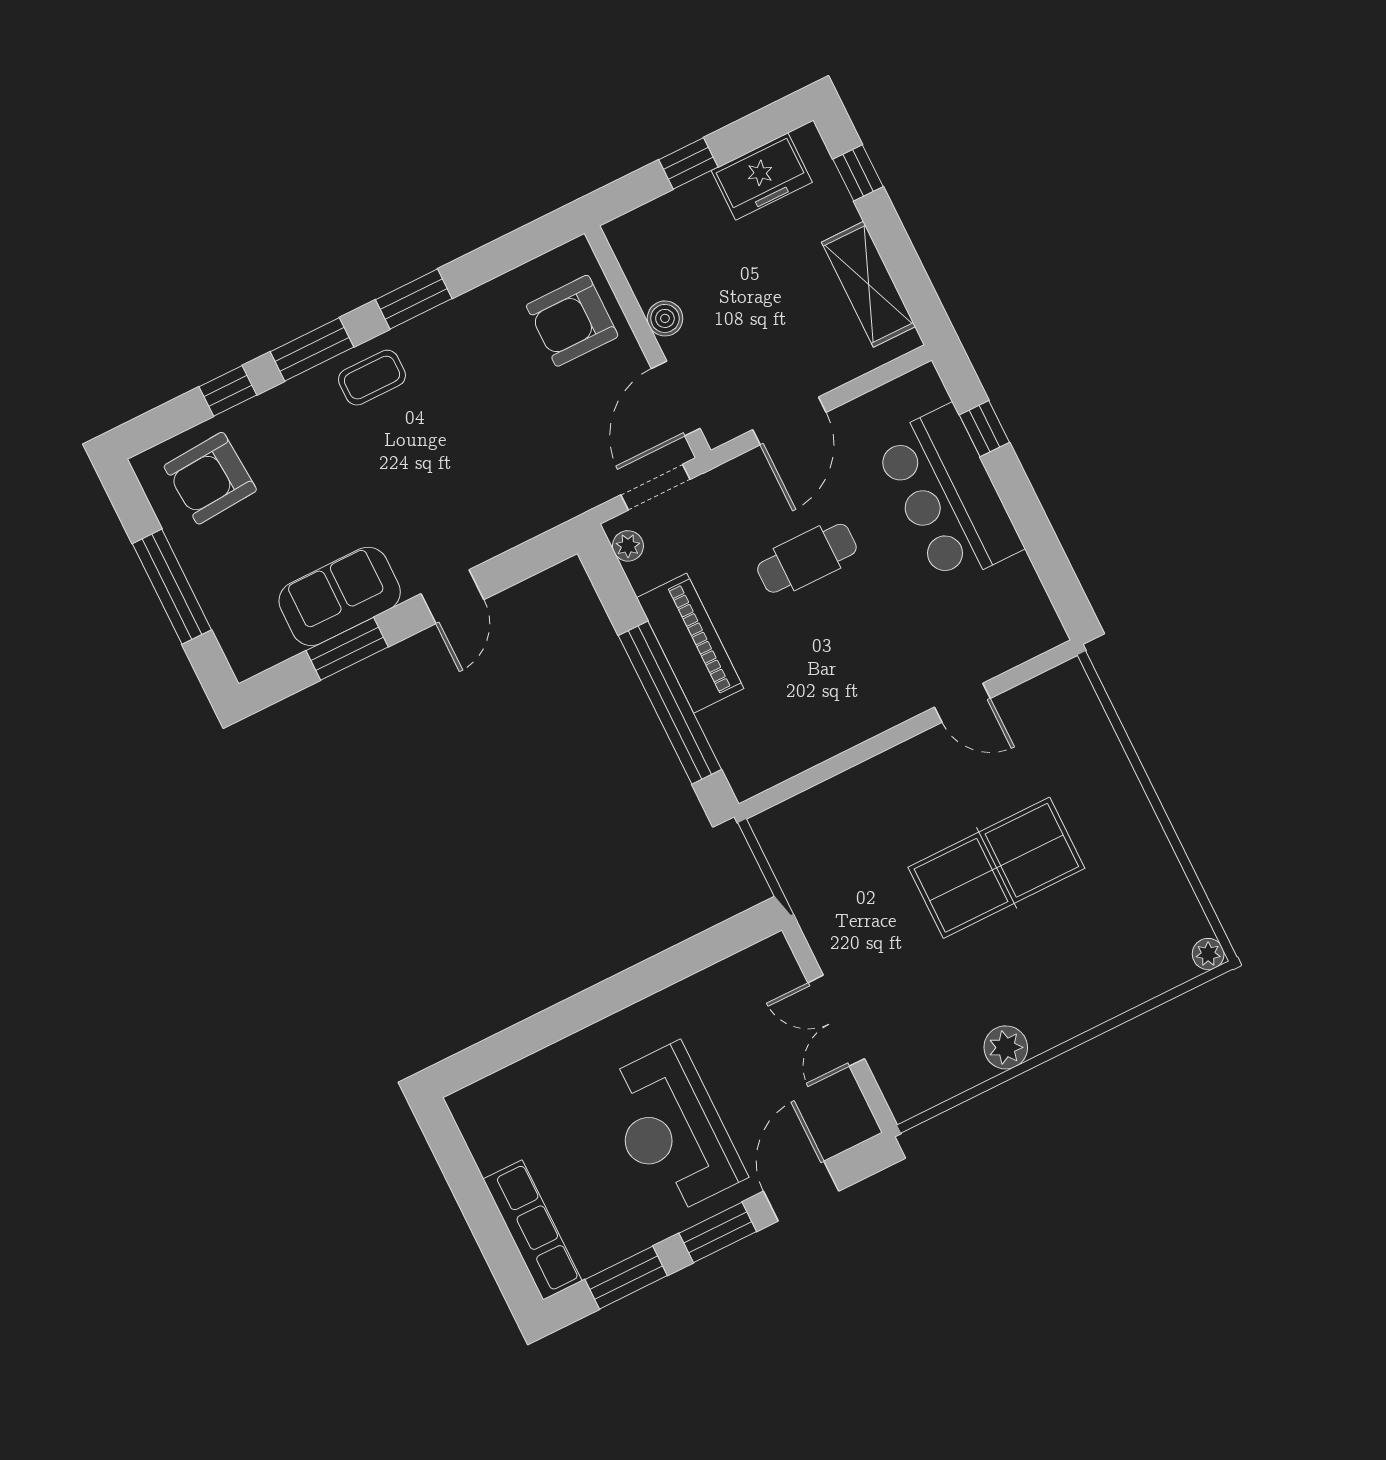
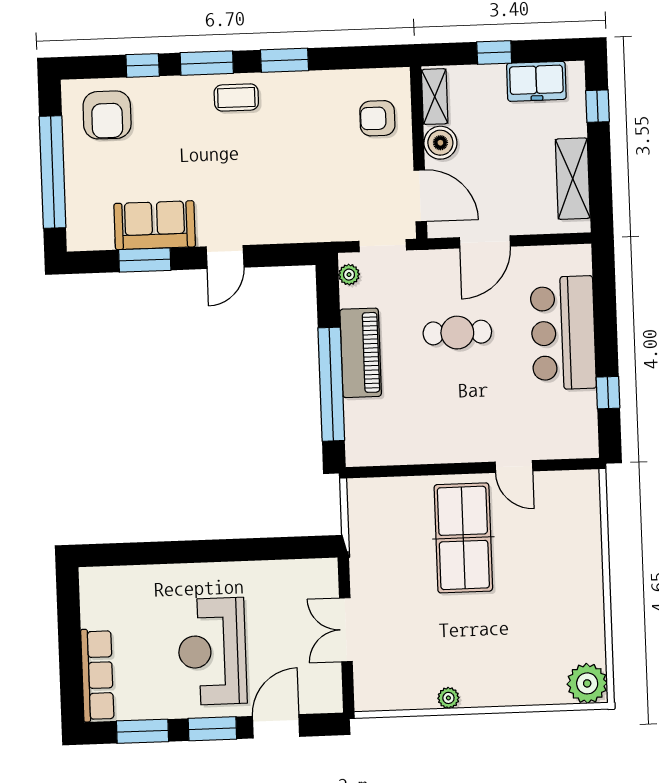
shelving: (635, 258) -> (435, 97), added
boiler: (665, 318) -> (440, 143), width x1.36, depth x1.36
armchair: (572, 321) -> (377, 118), width x0.72, depth x0.72
door: (676, 398) -> (420, 196), swing flipped
window: (984, 429) -> (608, 393), moved
armchair: (210, 478) -> (107, 115), turned -86
window: (172, 587) -> (53, 172), width x1.46
table tennis table: (996, 868) -> (463, 538), moved, turned 90
plant: (1208, 954) -> (587, 683), width x1.88, depth x1.88
plant: (1006, 1047) -> (448, 698), width x0.73, depth x0.73

